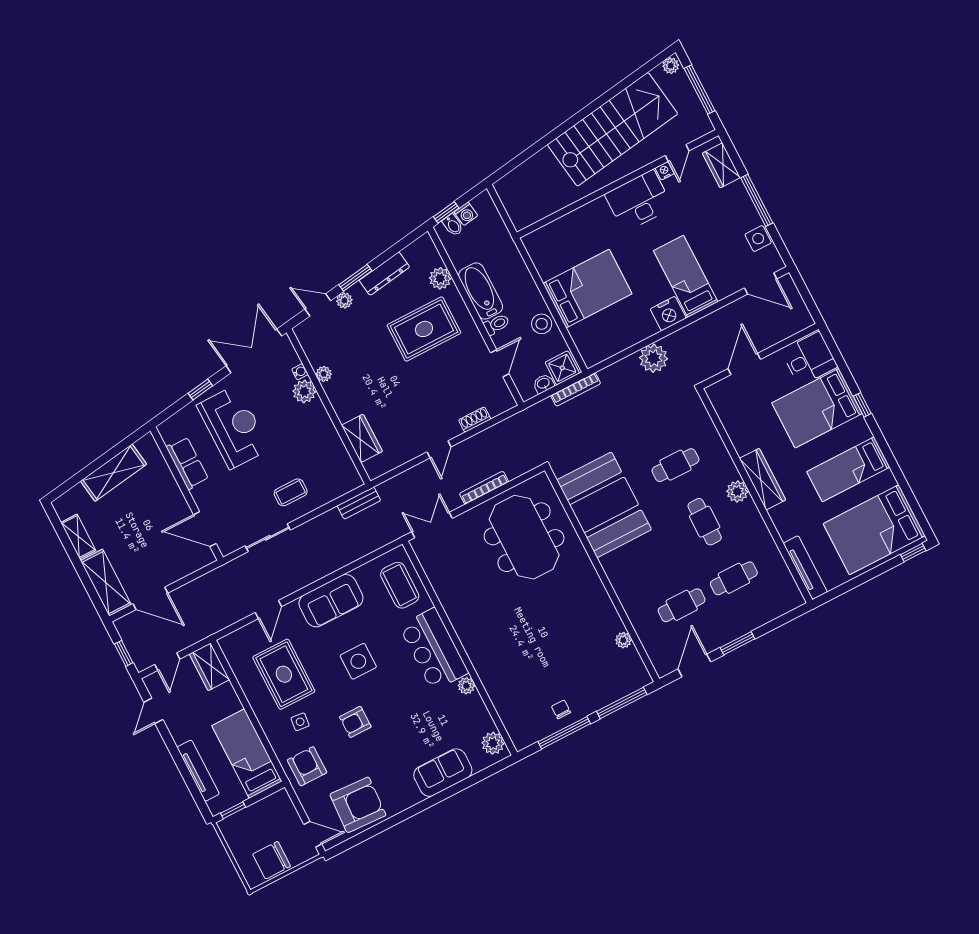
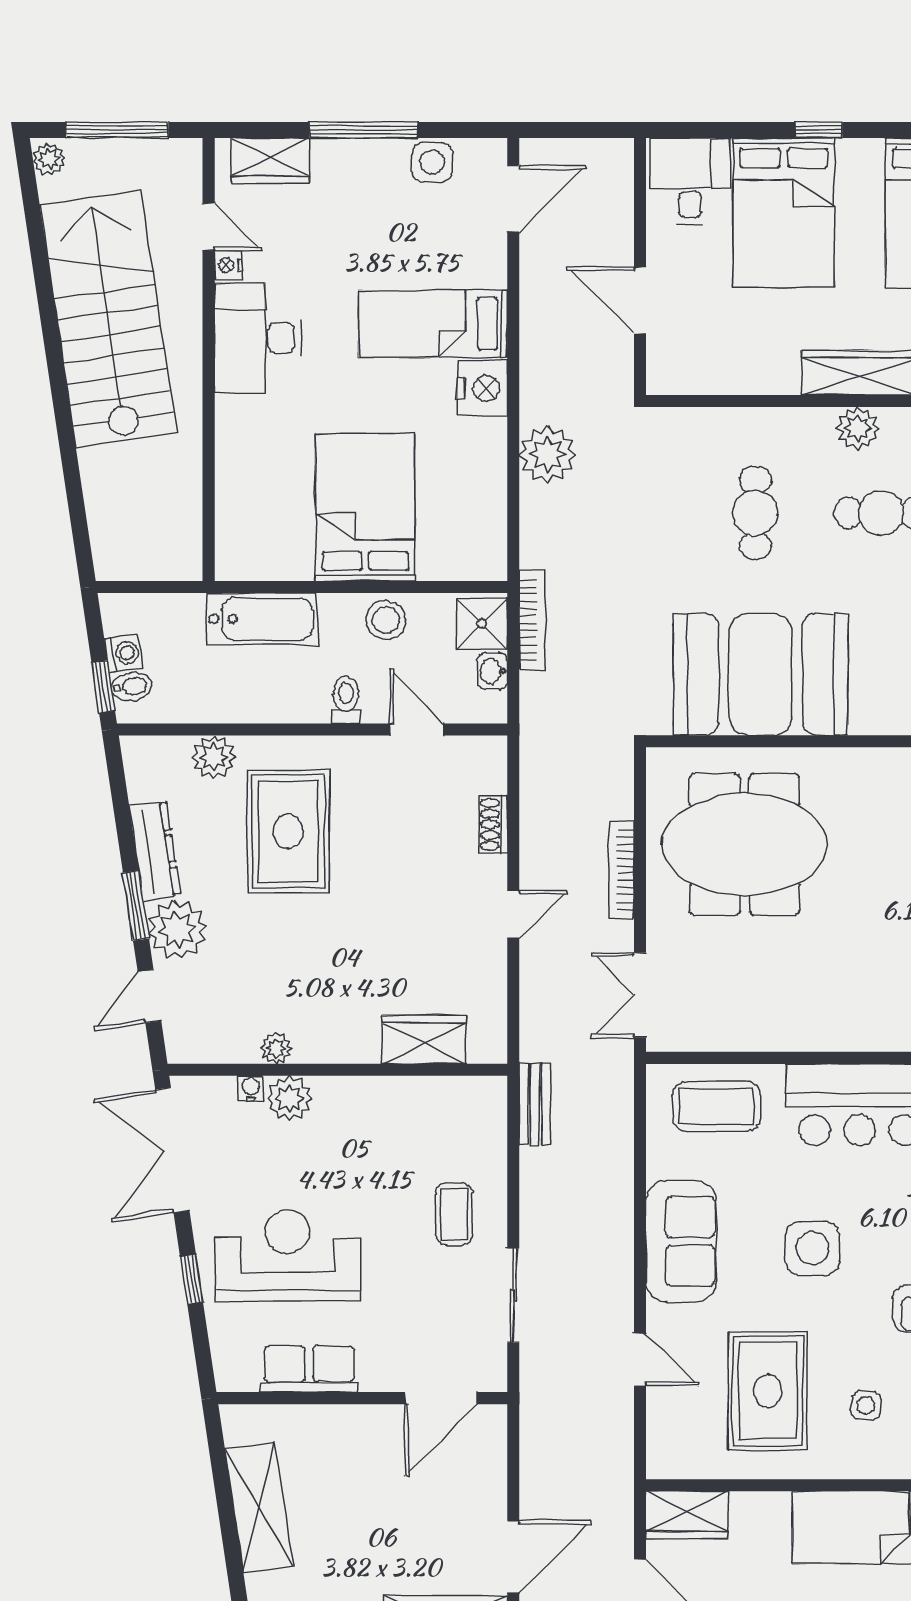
bathtub: (481, 291) -> (262, 619), moved, turned 180
plant: (344, 300) -> (177, 930), width x1.87, depth x1.87
door: (439, 449) -> (513, 914), hinge flipped
rug: (284, 674) -> (768, 1391), turned 90

